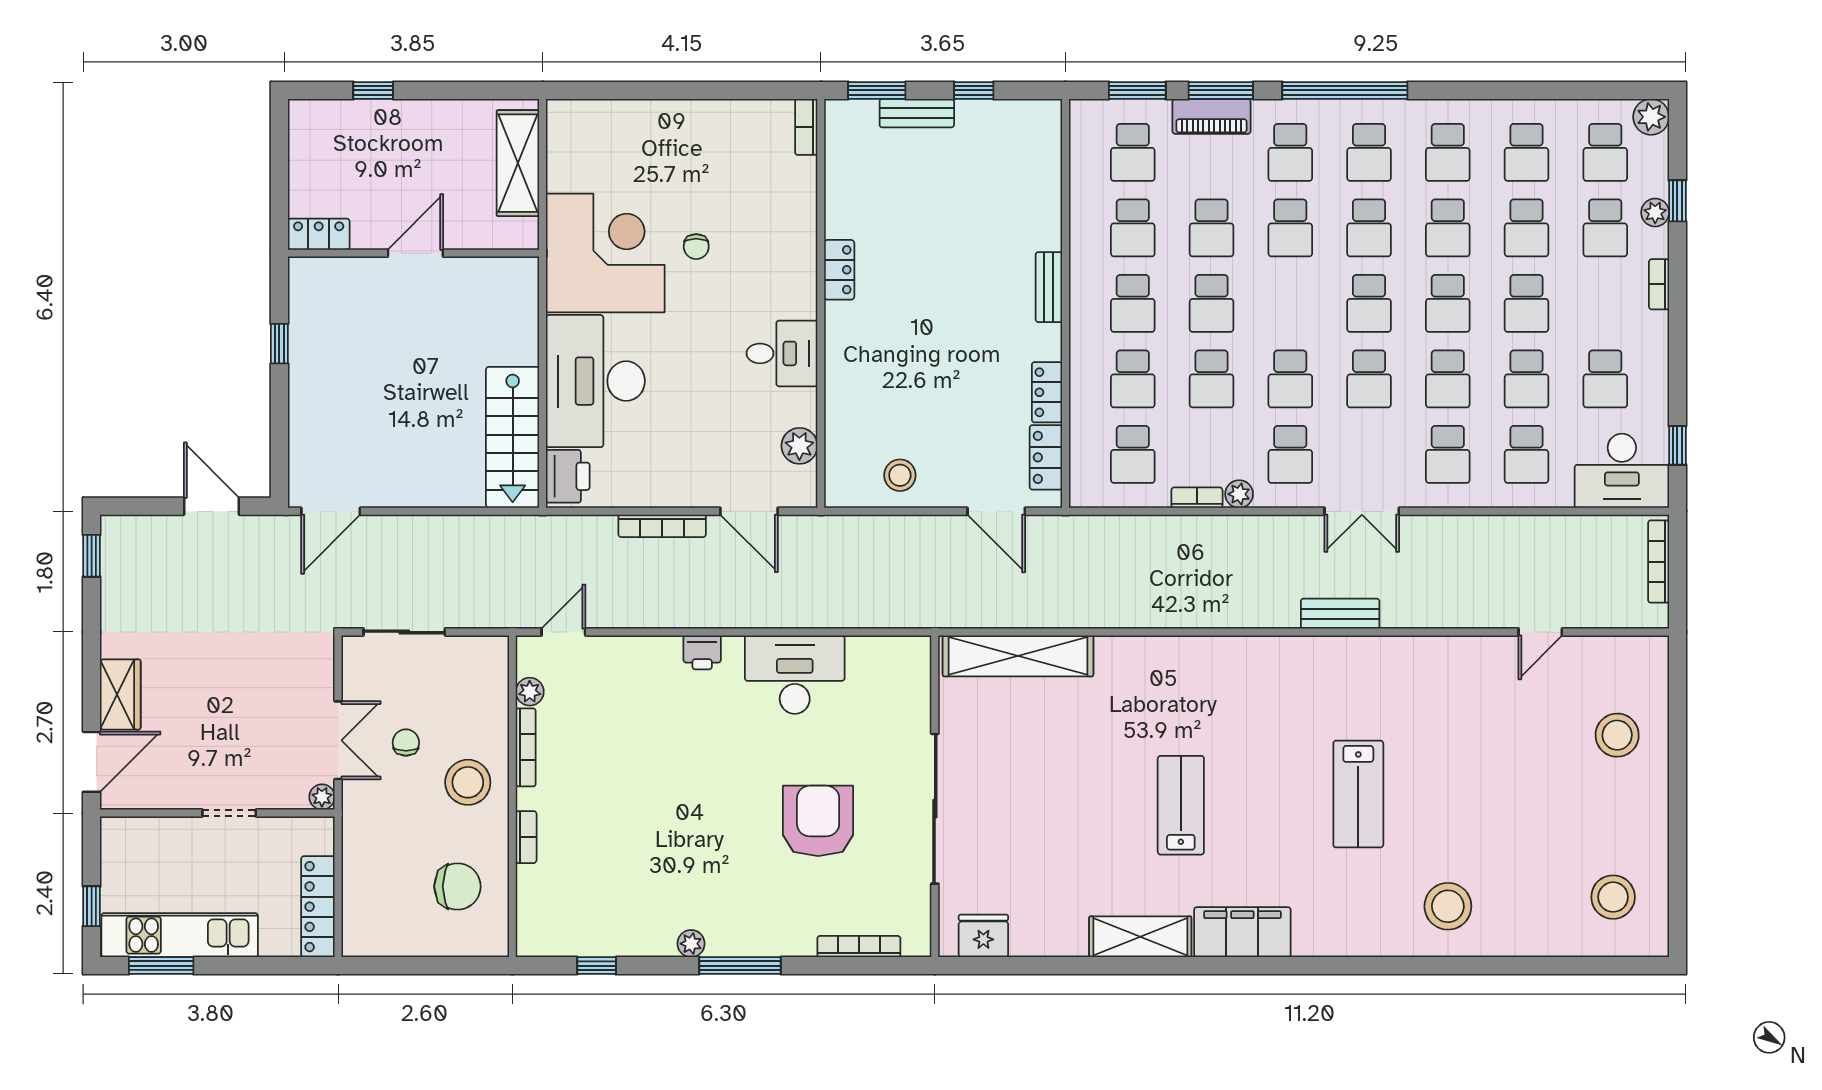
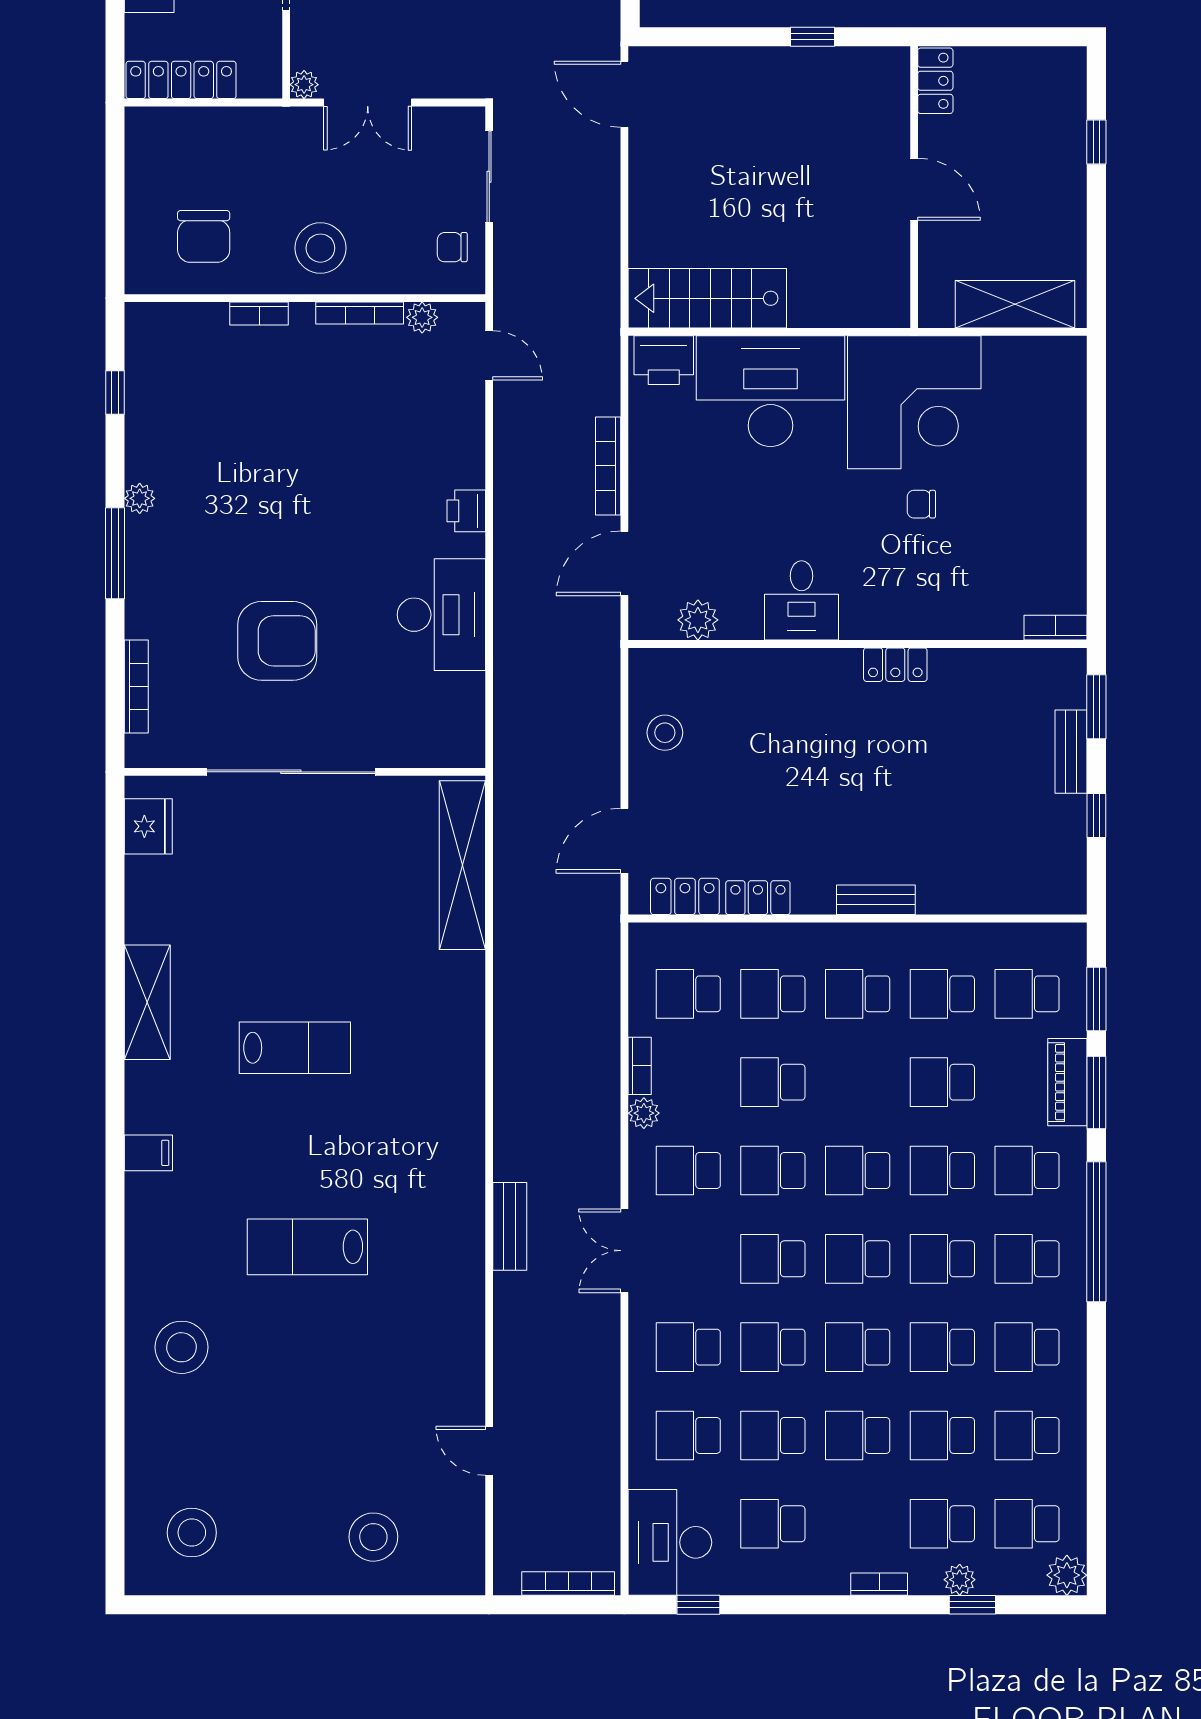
school desk: (1212, 303) -> (858, 1170), moved
chair: (406, 743) -> (452, 247), moved, turned 180
filing cabinet: (1242, 932) -> (148, 1153), width x0.33, depth x0.86

